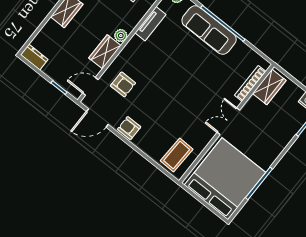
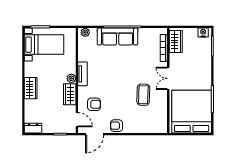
tv unit: (150, 24) -> (83, 74), moved
door: (90, 86) -> (77, 120), swing flipped
coffee table: (177, 155) -> (143, 95), moved

